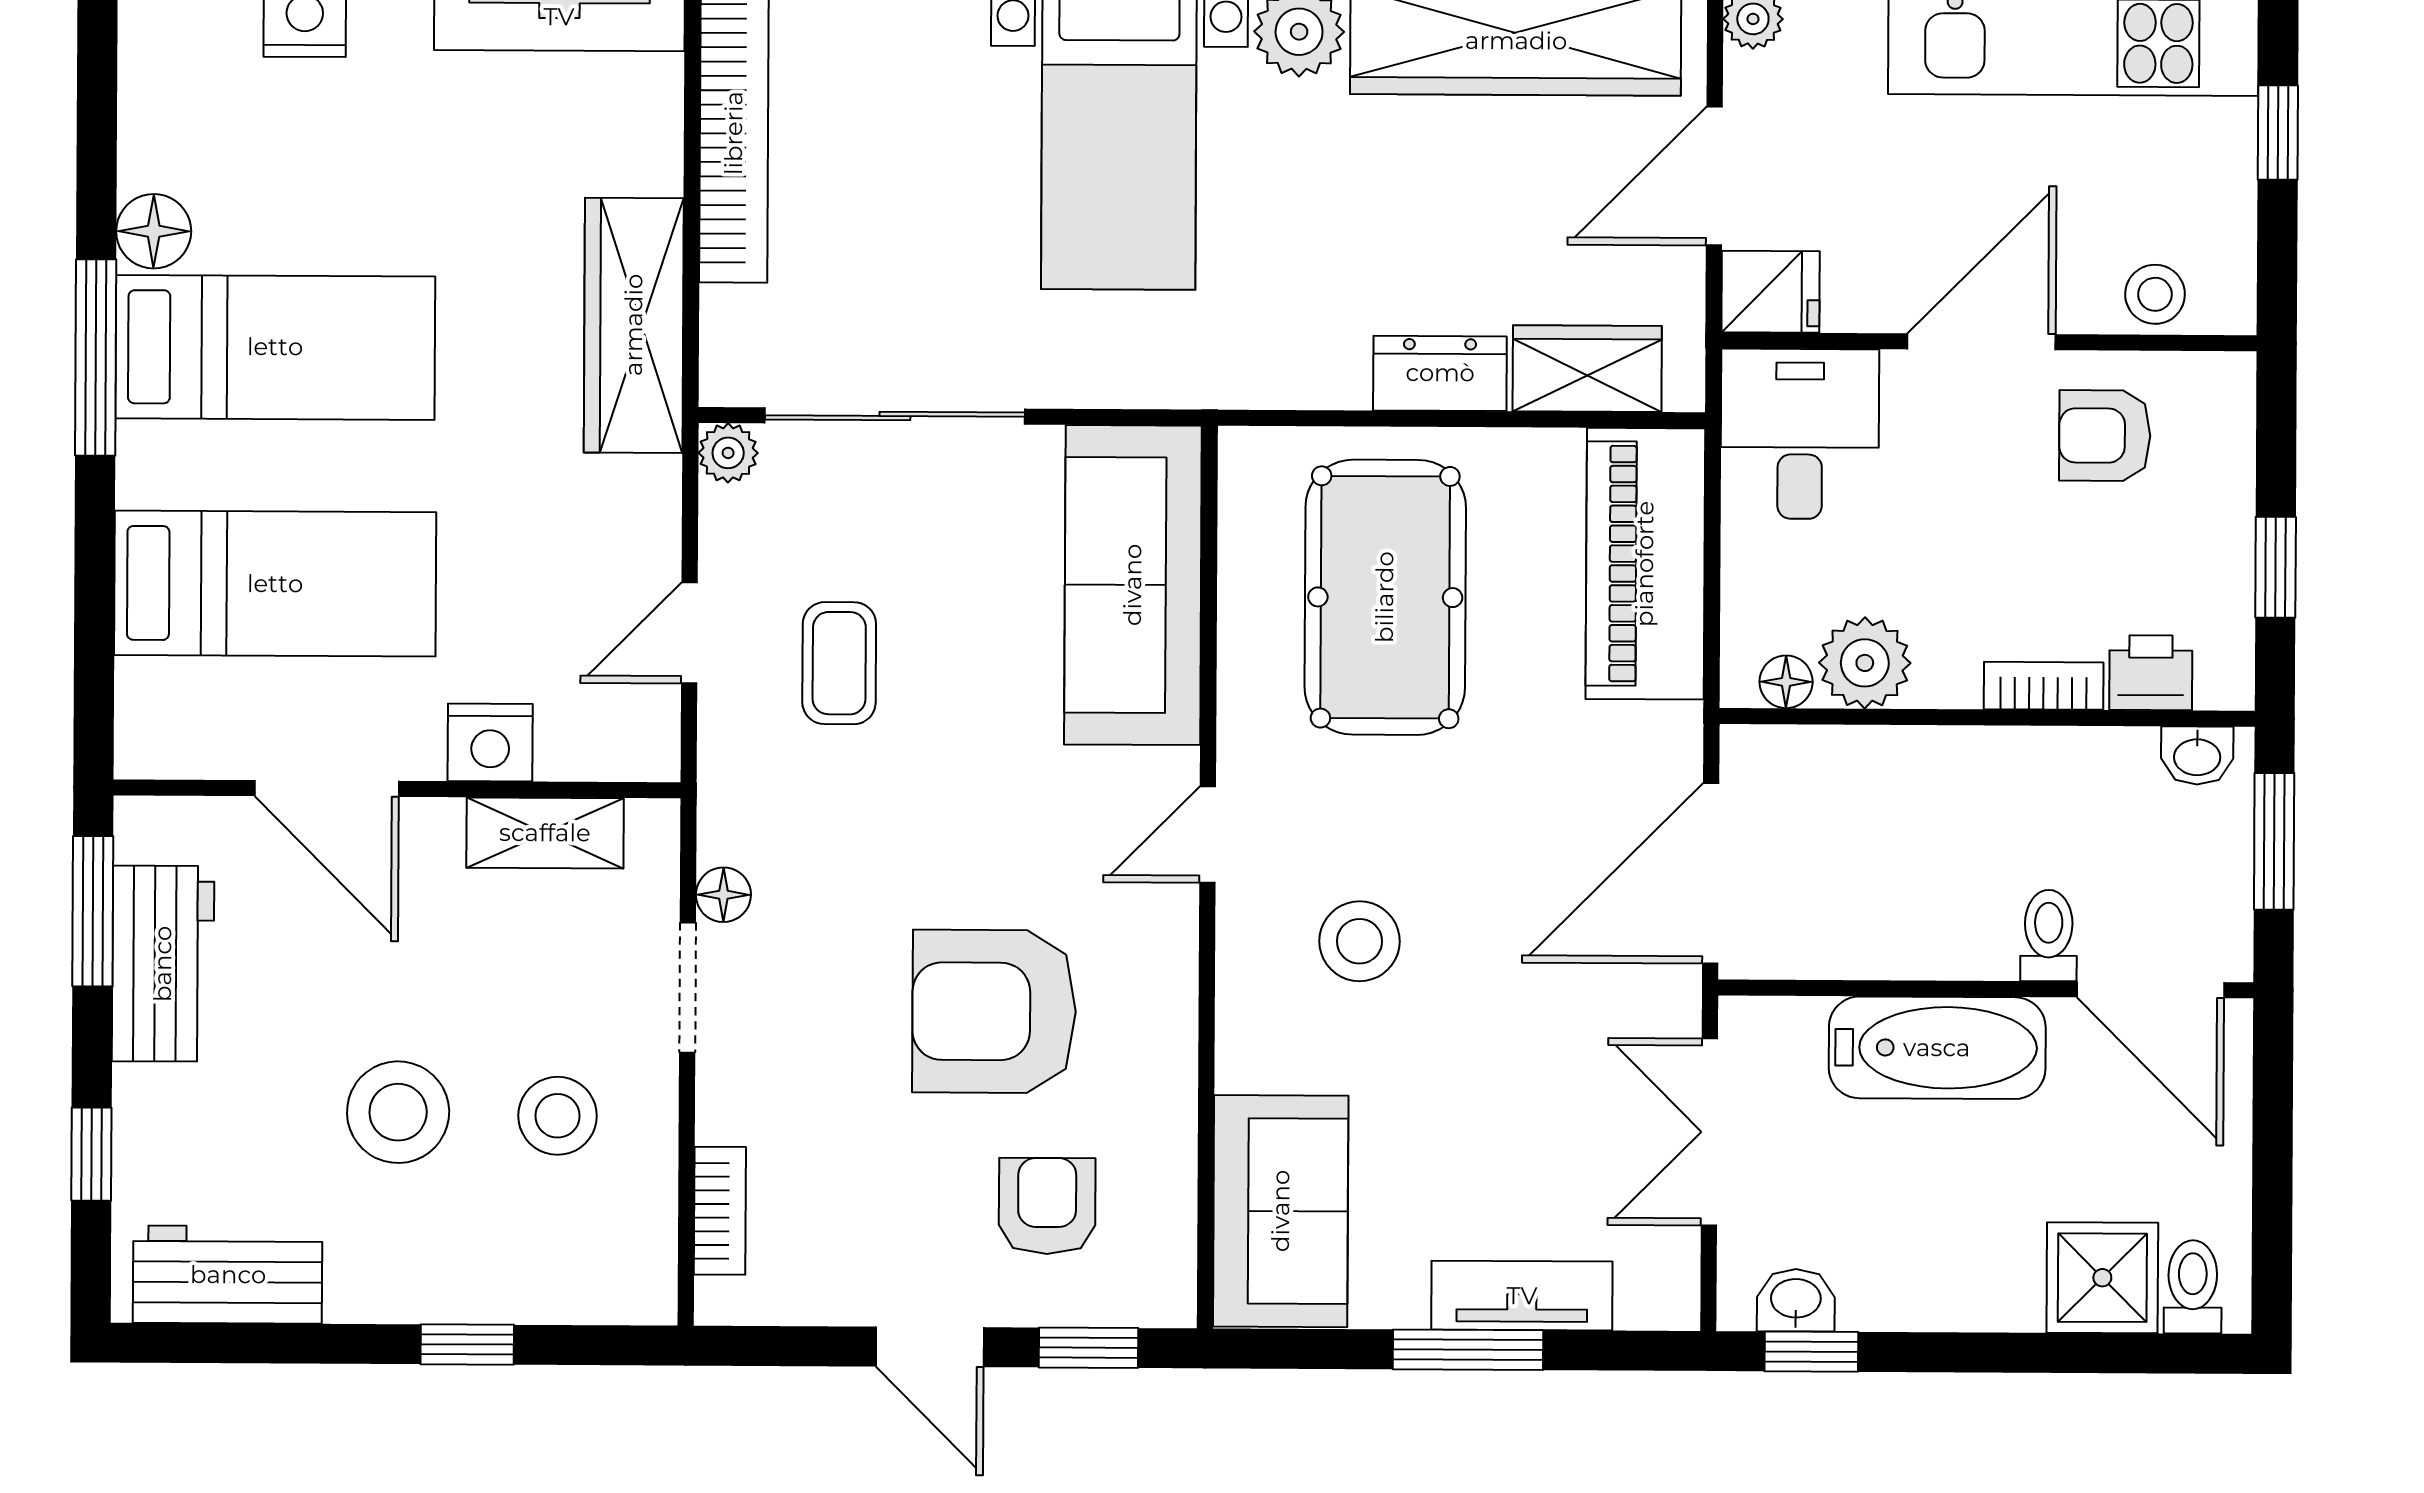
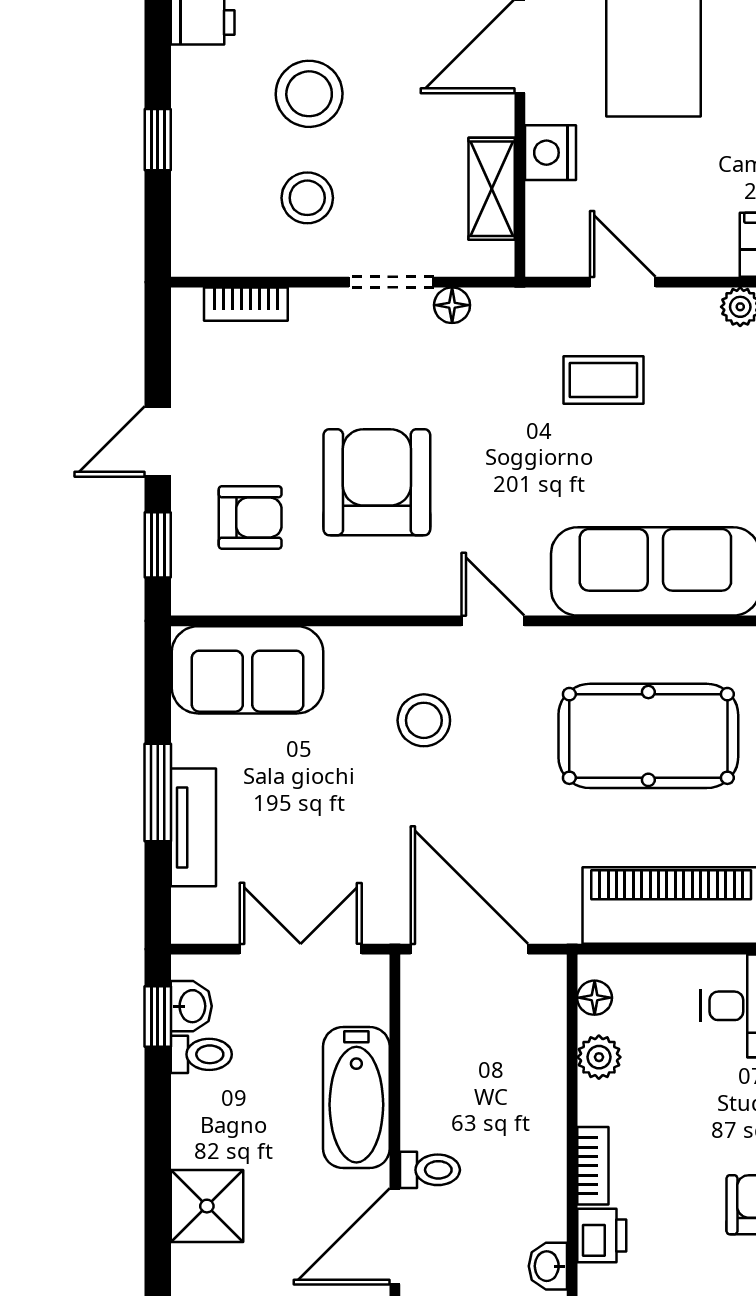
plant: (1865, 663) -> (599, 1057), width x0.73, depth x0.73
toilet: (2193, 1287) -> (201, 1054), moved

